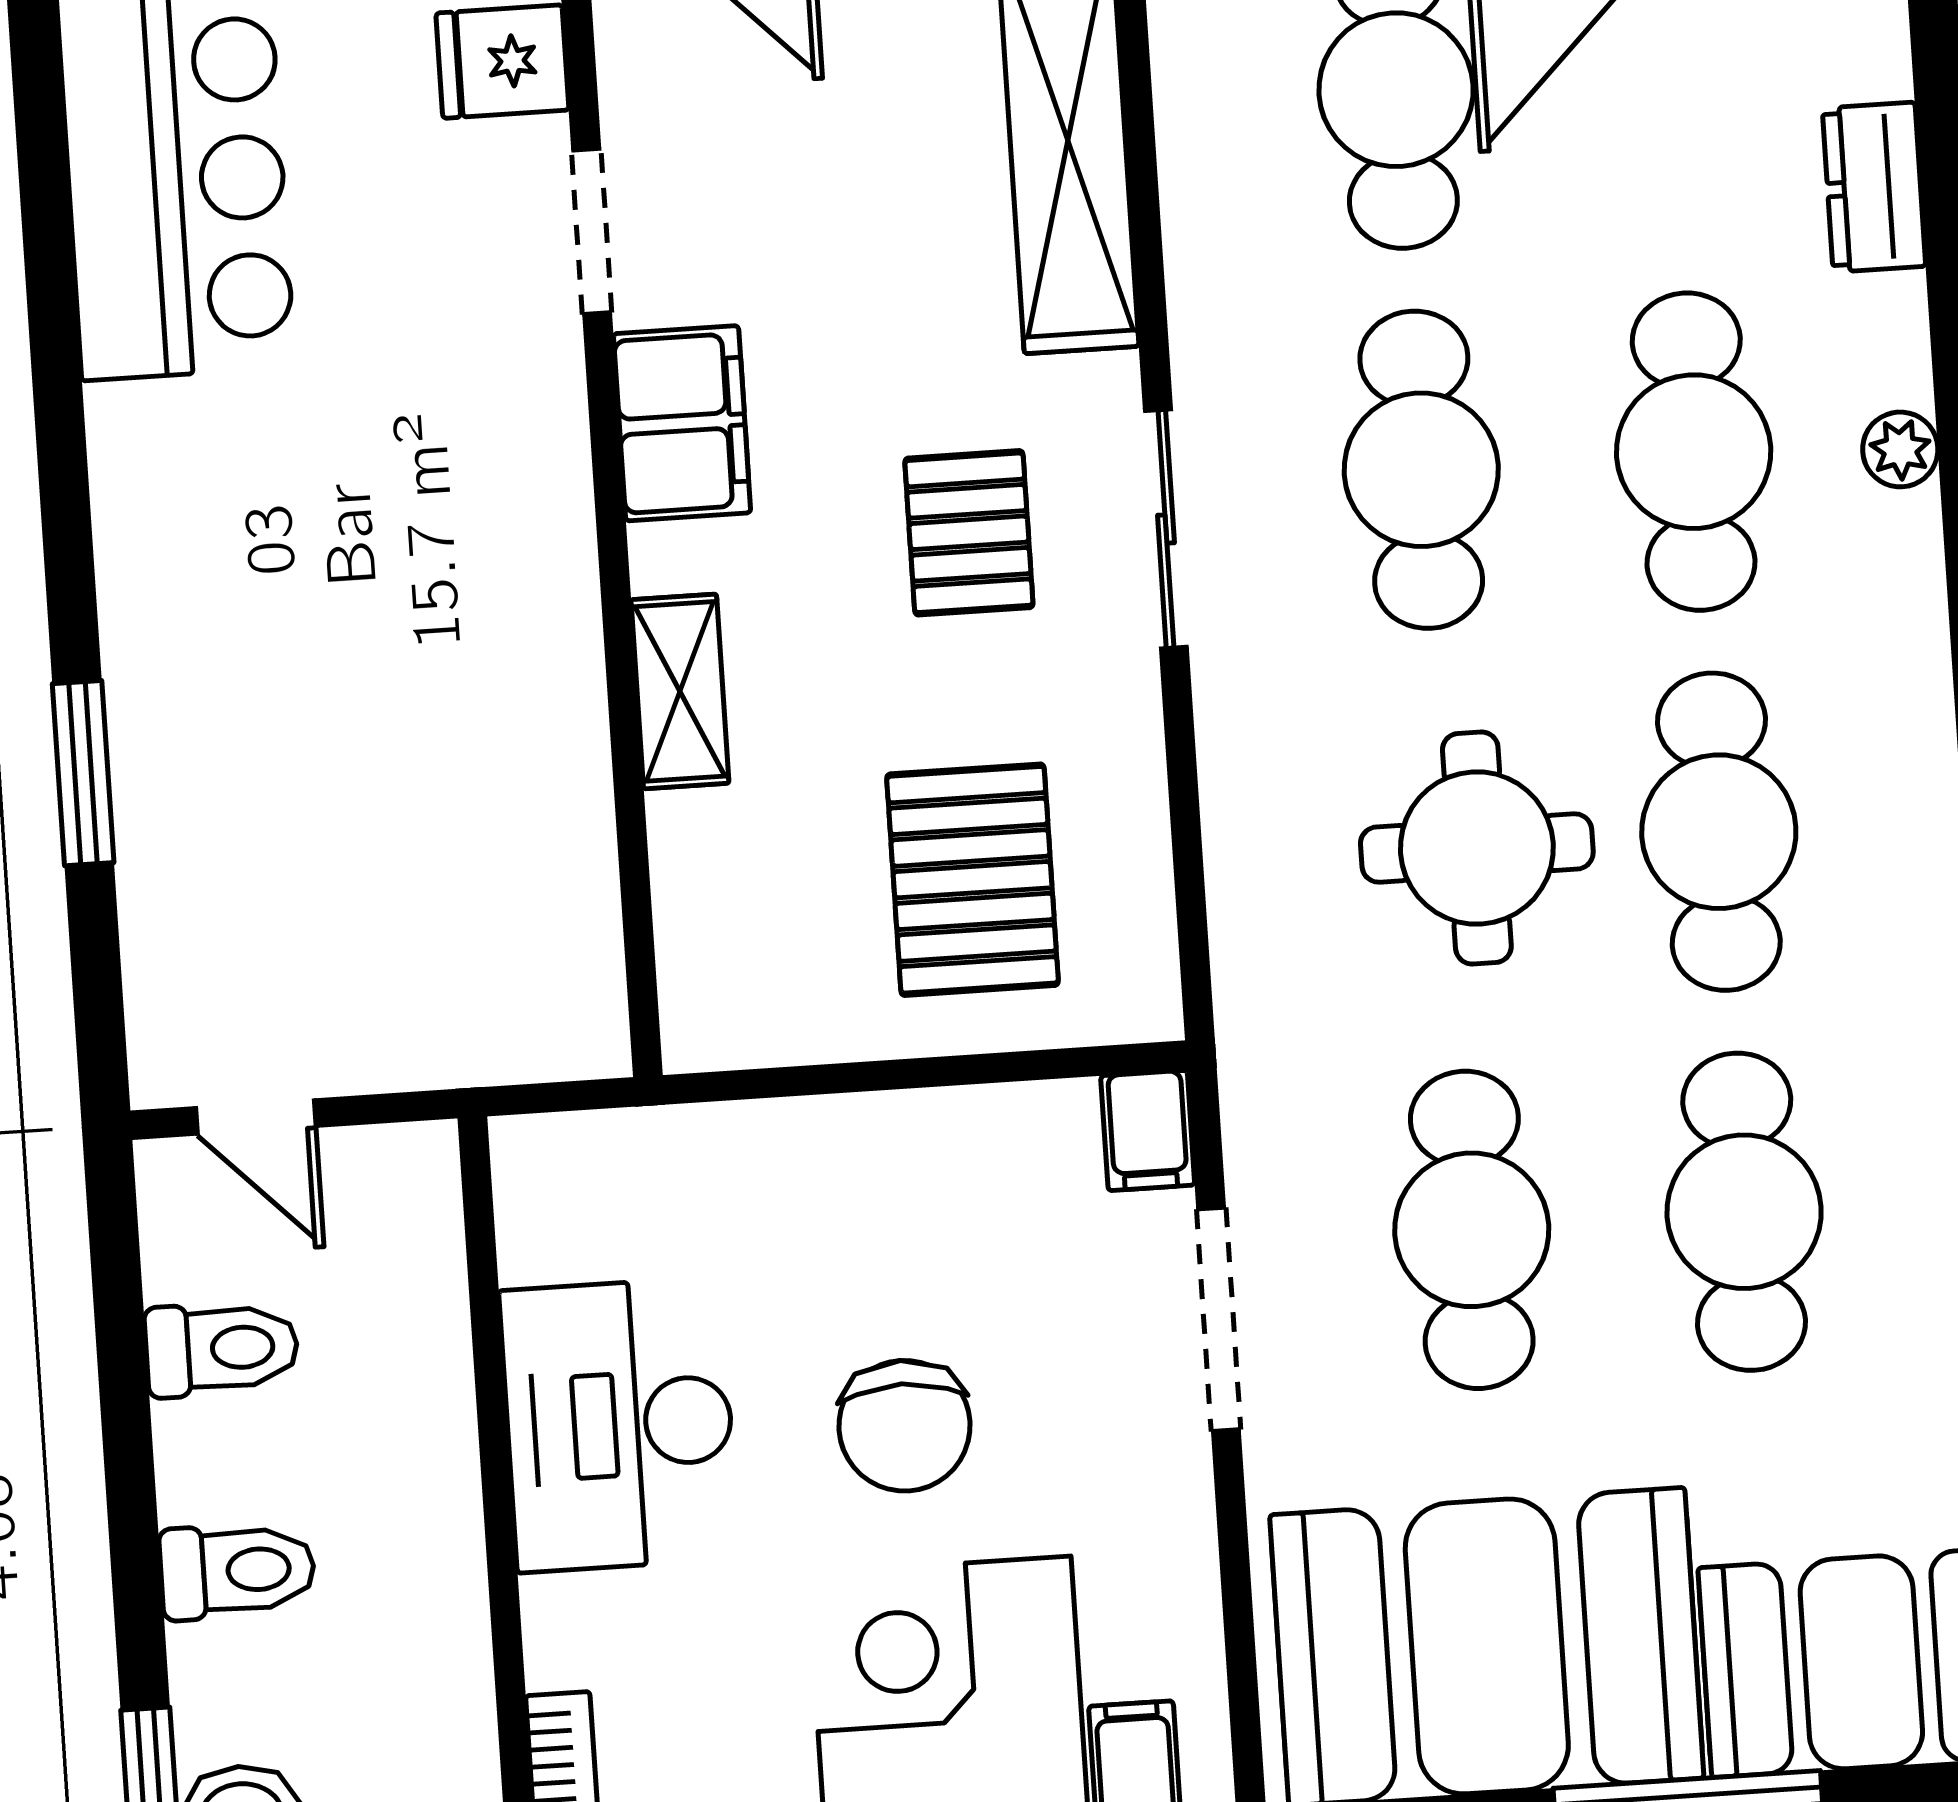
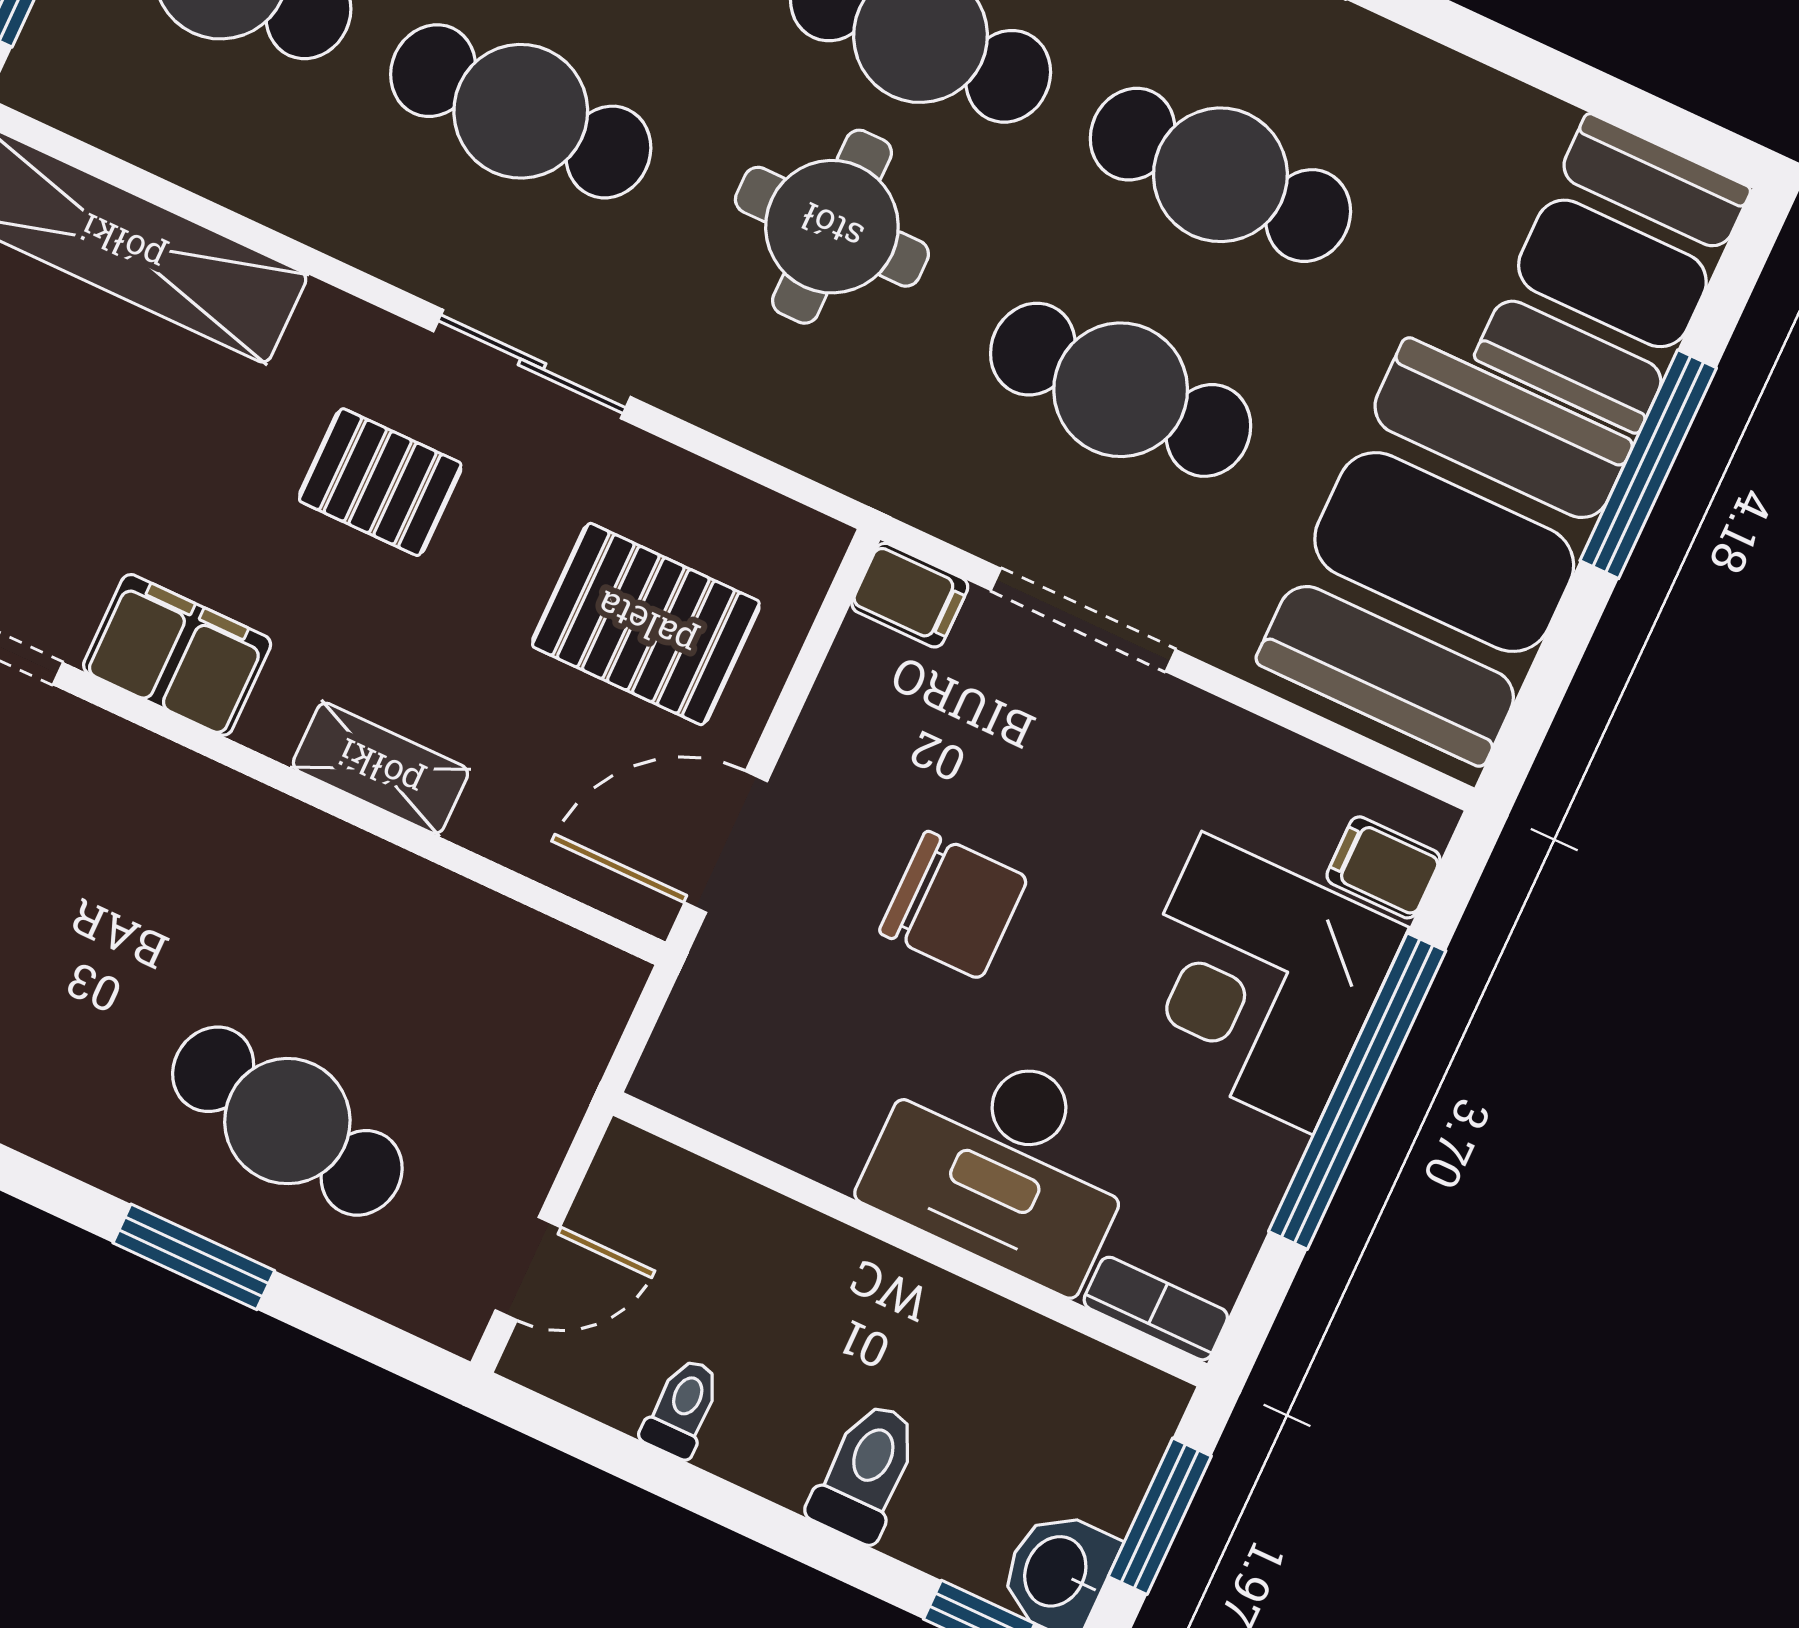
sliding door: (1166, 529) -> (532, 364), moved
cafe table: (272, 793) -> (287, 1121), added
door: (797, 1081) -> (726, 842), added
toilet: (222, 1349) -> (682, 1408), width x0.73, depth x0.72
desk: (619, 1425) -> (1004, 1162), moved
chair: (904, 1426) -> (953, 905), moved

